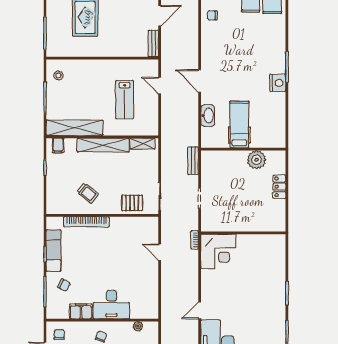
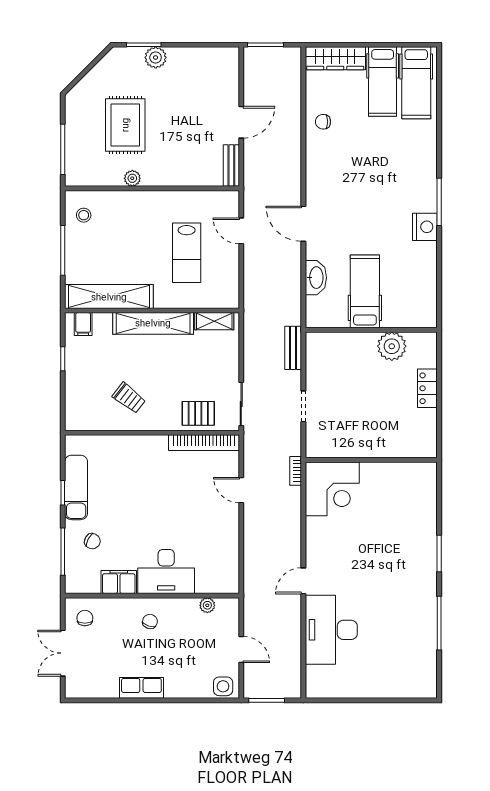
plant: (90, 52) -> (132, 178), added
bookcase: (86, 222) -> (204, 443), moved

